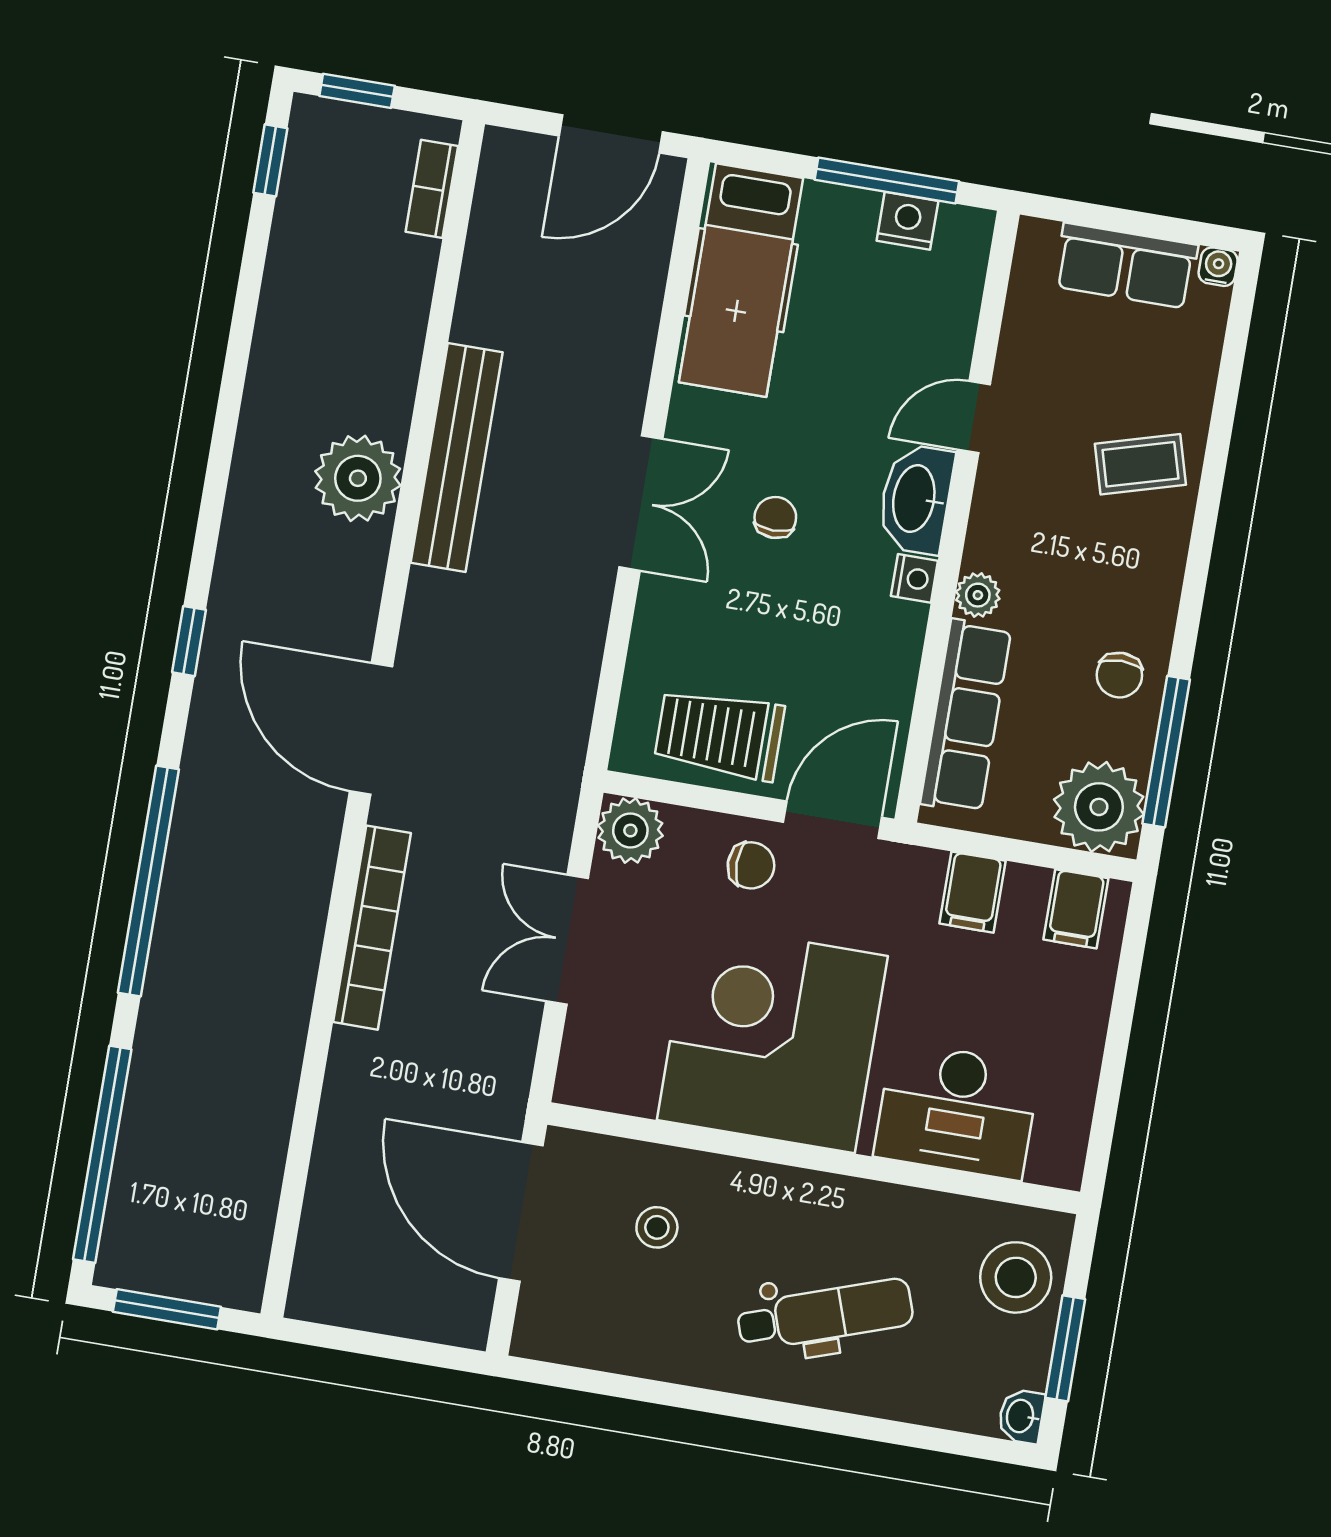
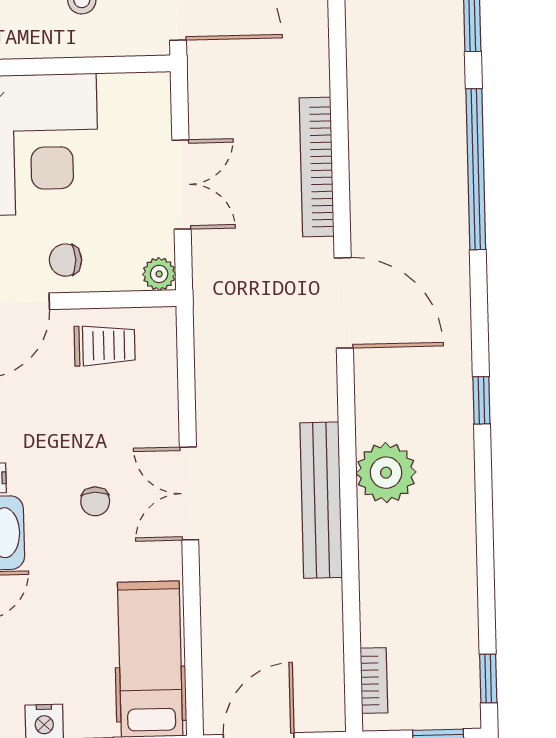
window: (189, 641) -> (481, 400), moved
trolley: (719, 734) -> (105, 346), width x0.73, depth x0.72
plant: (630, 830) -> (159, 274), width x0.73, depth x0.73

